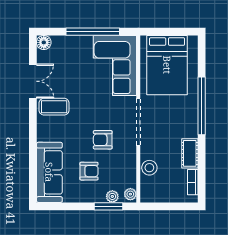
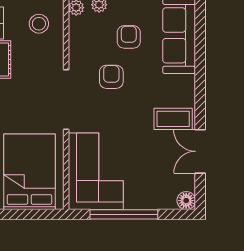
armchair: (103, 140) -> (111, 77), turned -90
stool: (149, 168) -> (39, 24), moved
armchair: (89, 171) -> (129, 37), turned 90

